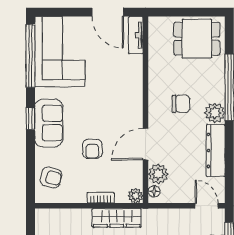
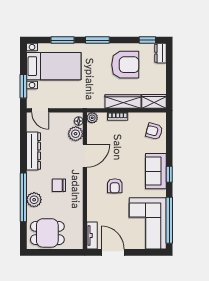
plant: (215, 113) -> (34, 200), moved
armchair: (92, 149) -> (115, 186), moved, turned 180
wardrobe: (51, 218) -> (154, 101), added
wardrobe: (117, 218) -> (123, 102), moved

